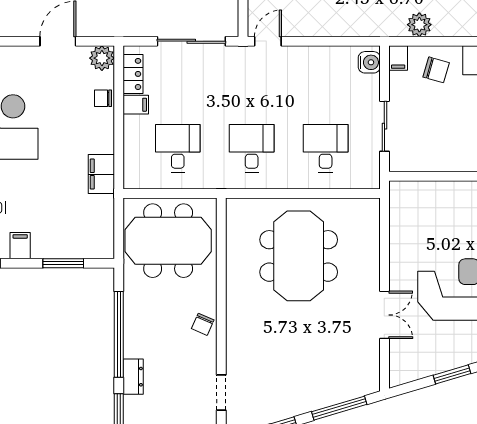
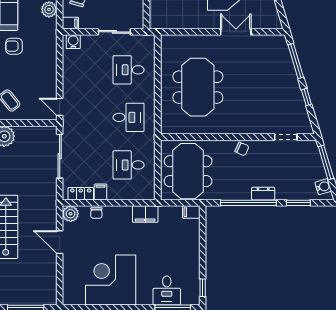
desk: (252, 148) -> (129, 117), turned 180
filing cabinet: (20, 246) -> (191, 212), moved
meeting table: (299, 256) -> (198, 87), turned 90
window: (63, 263) -> (203, 239), removed
dresser: (133, 377) -> (263, 194), moved

